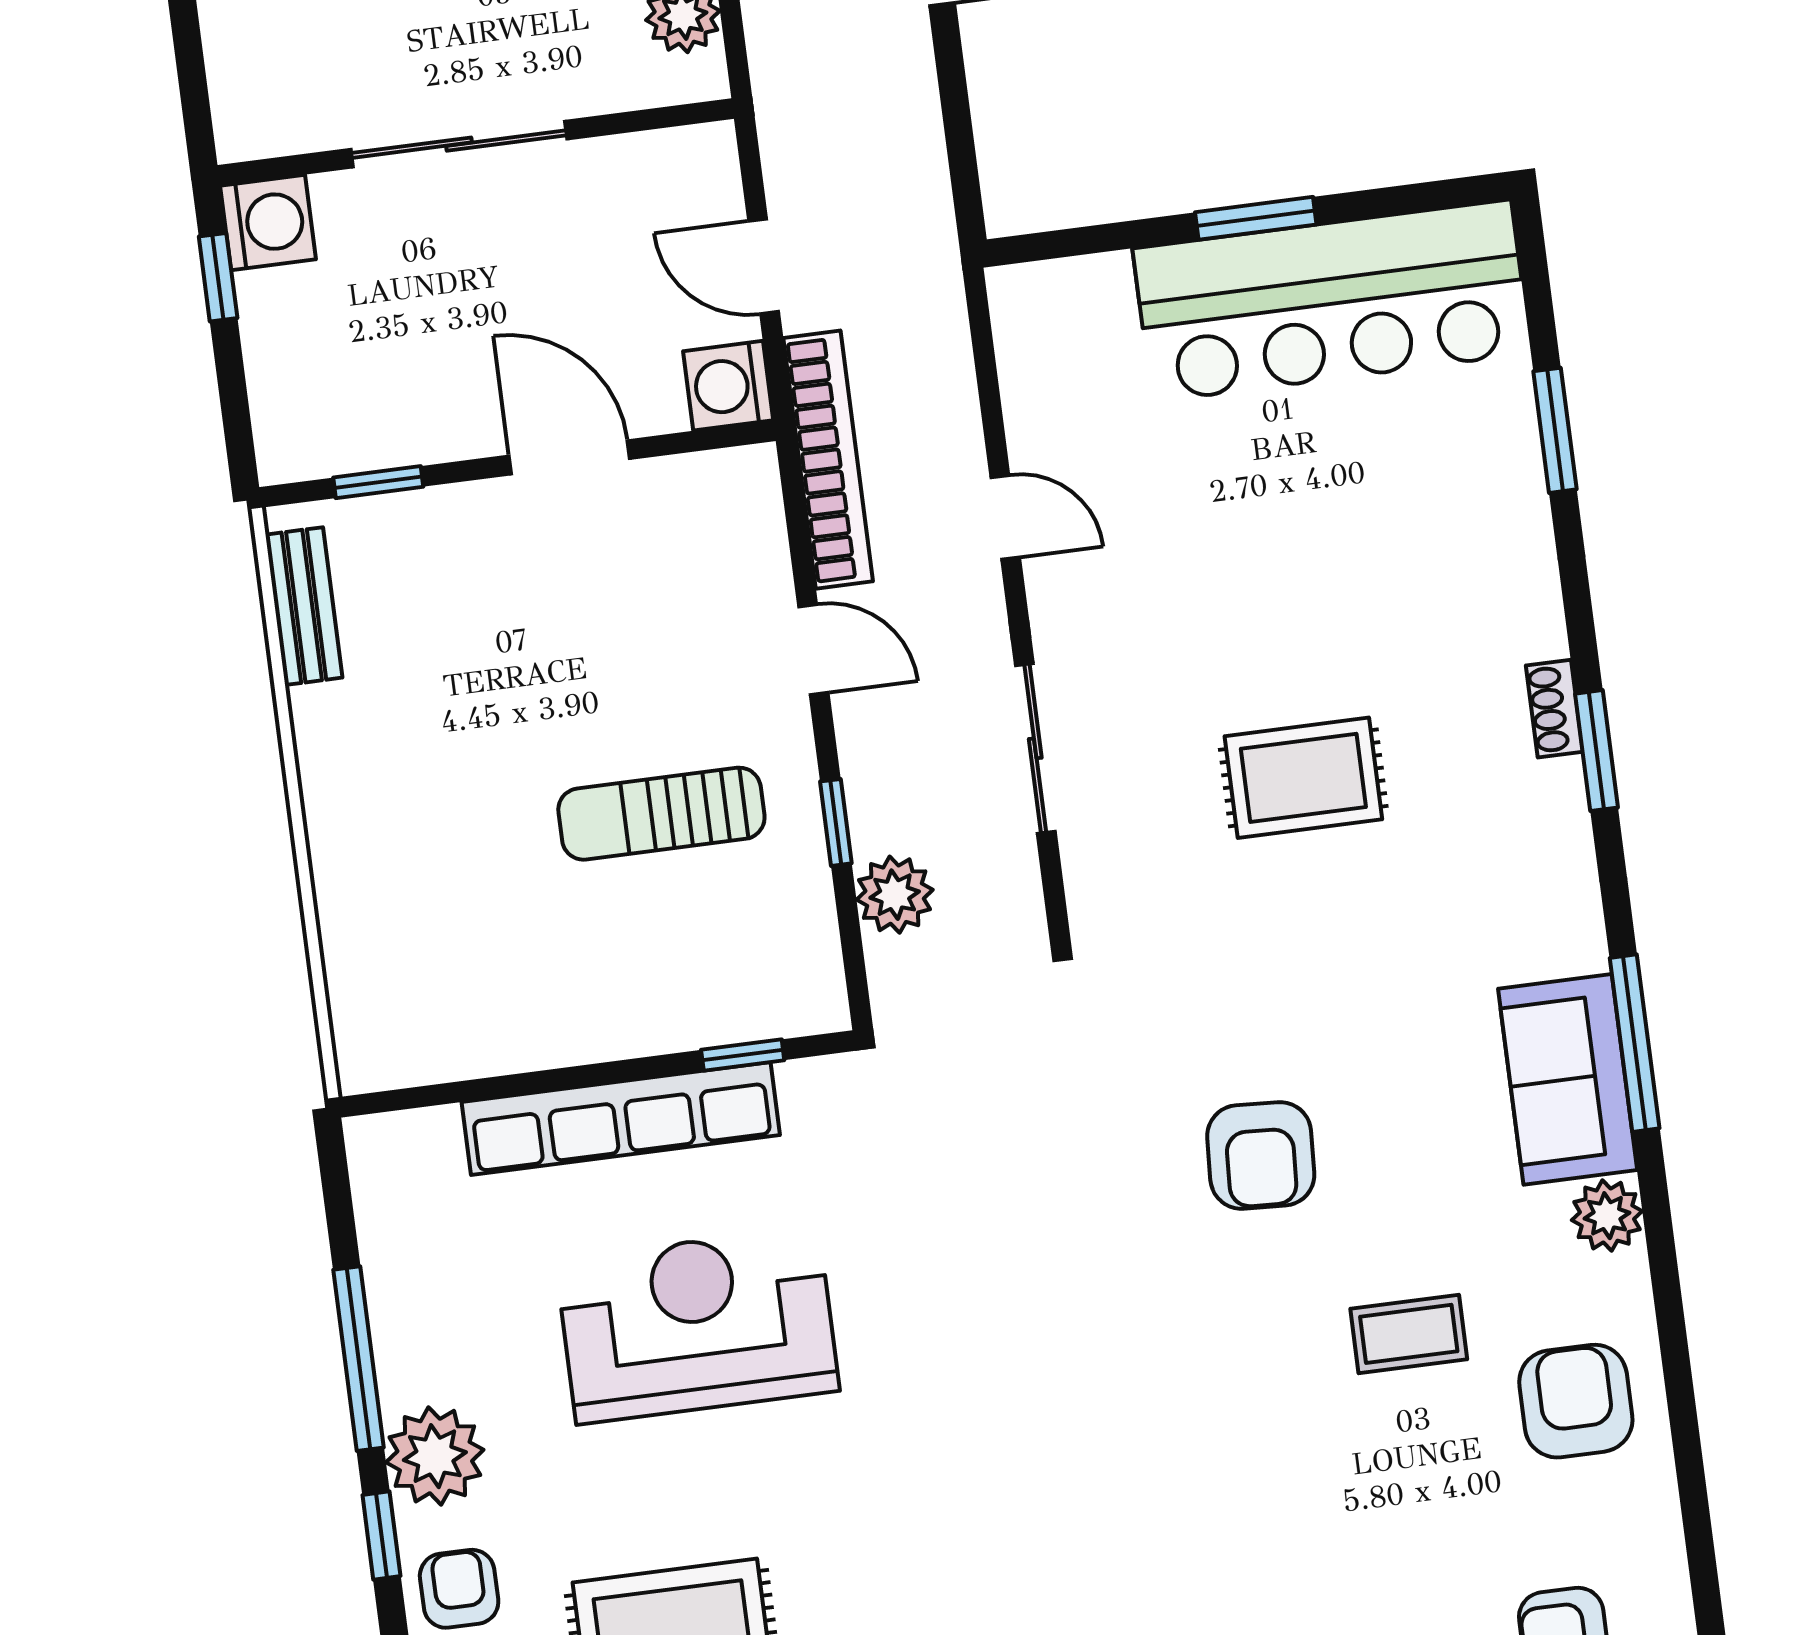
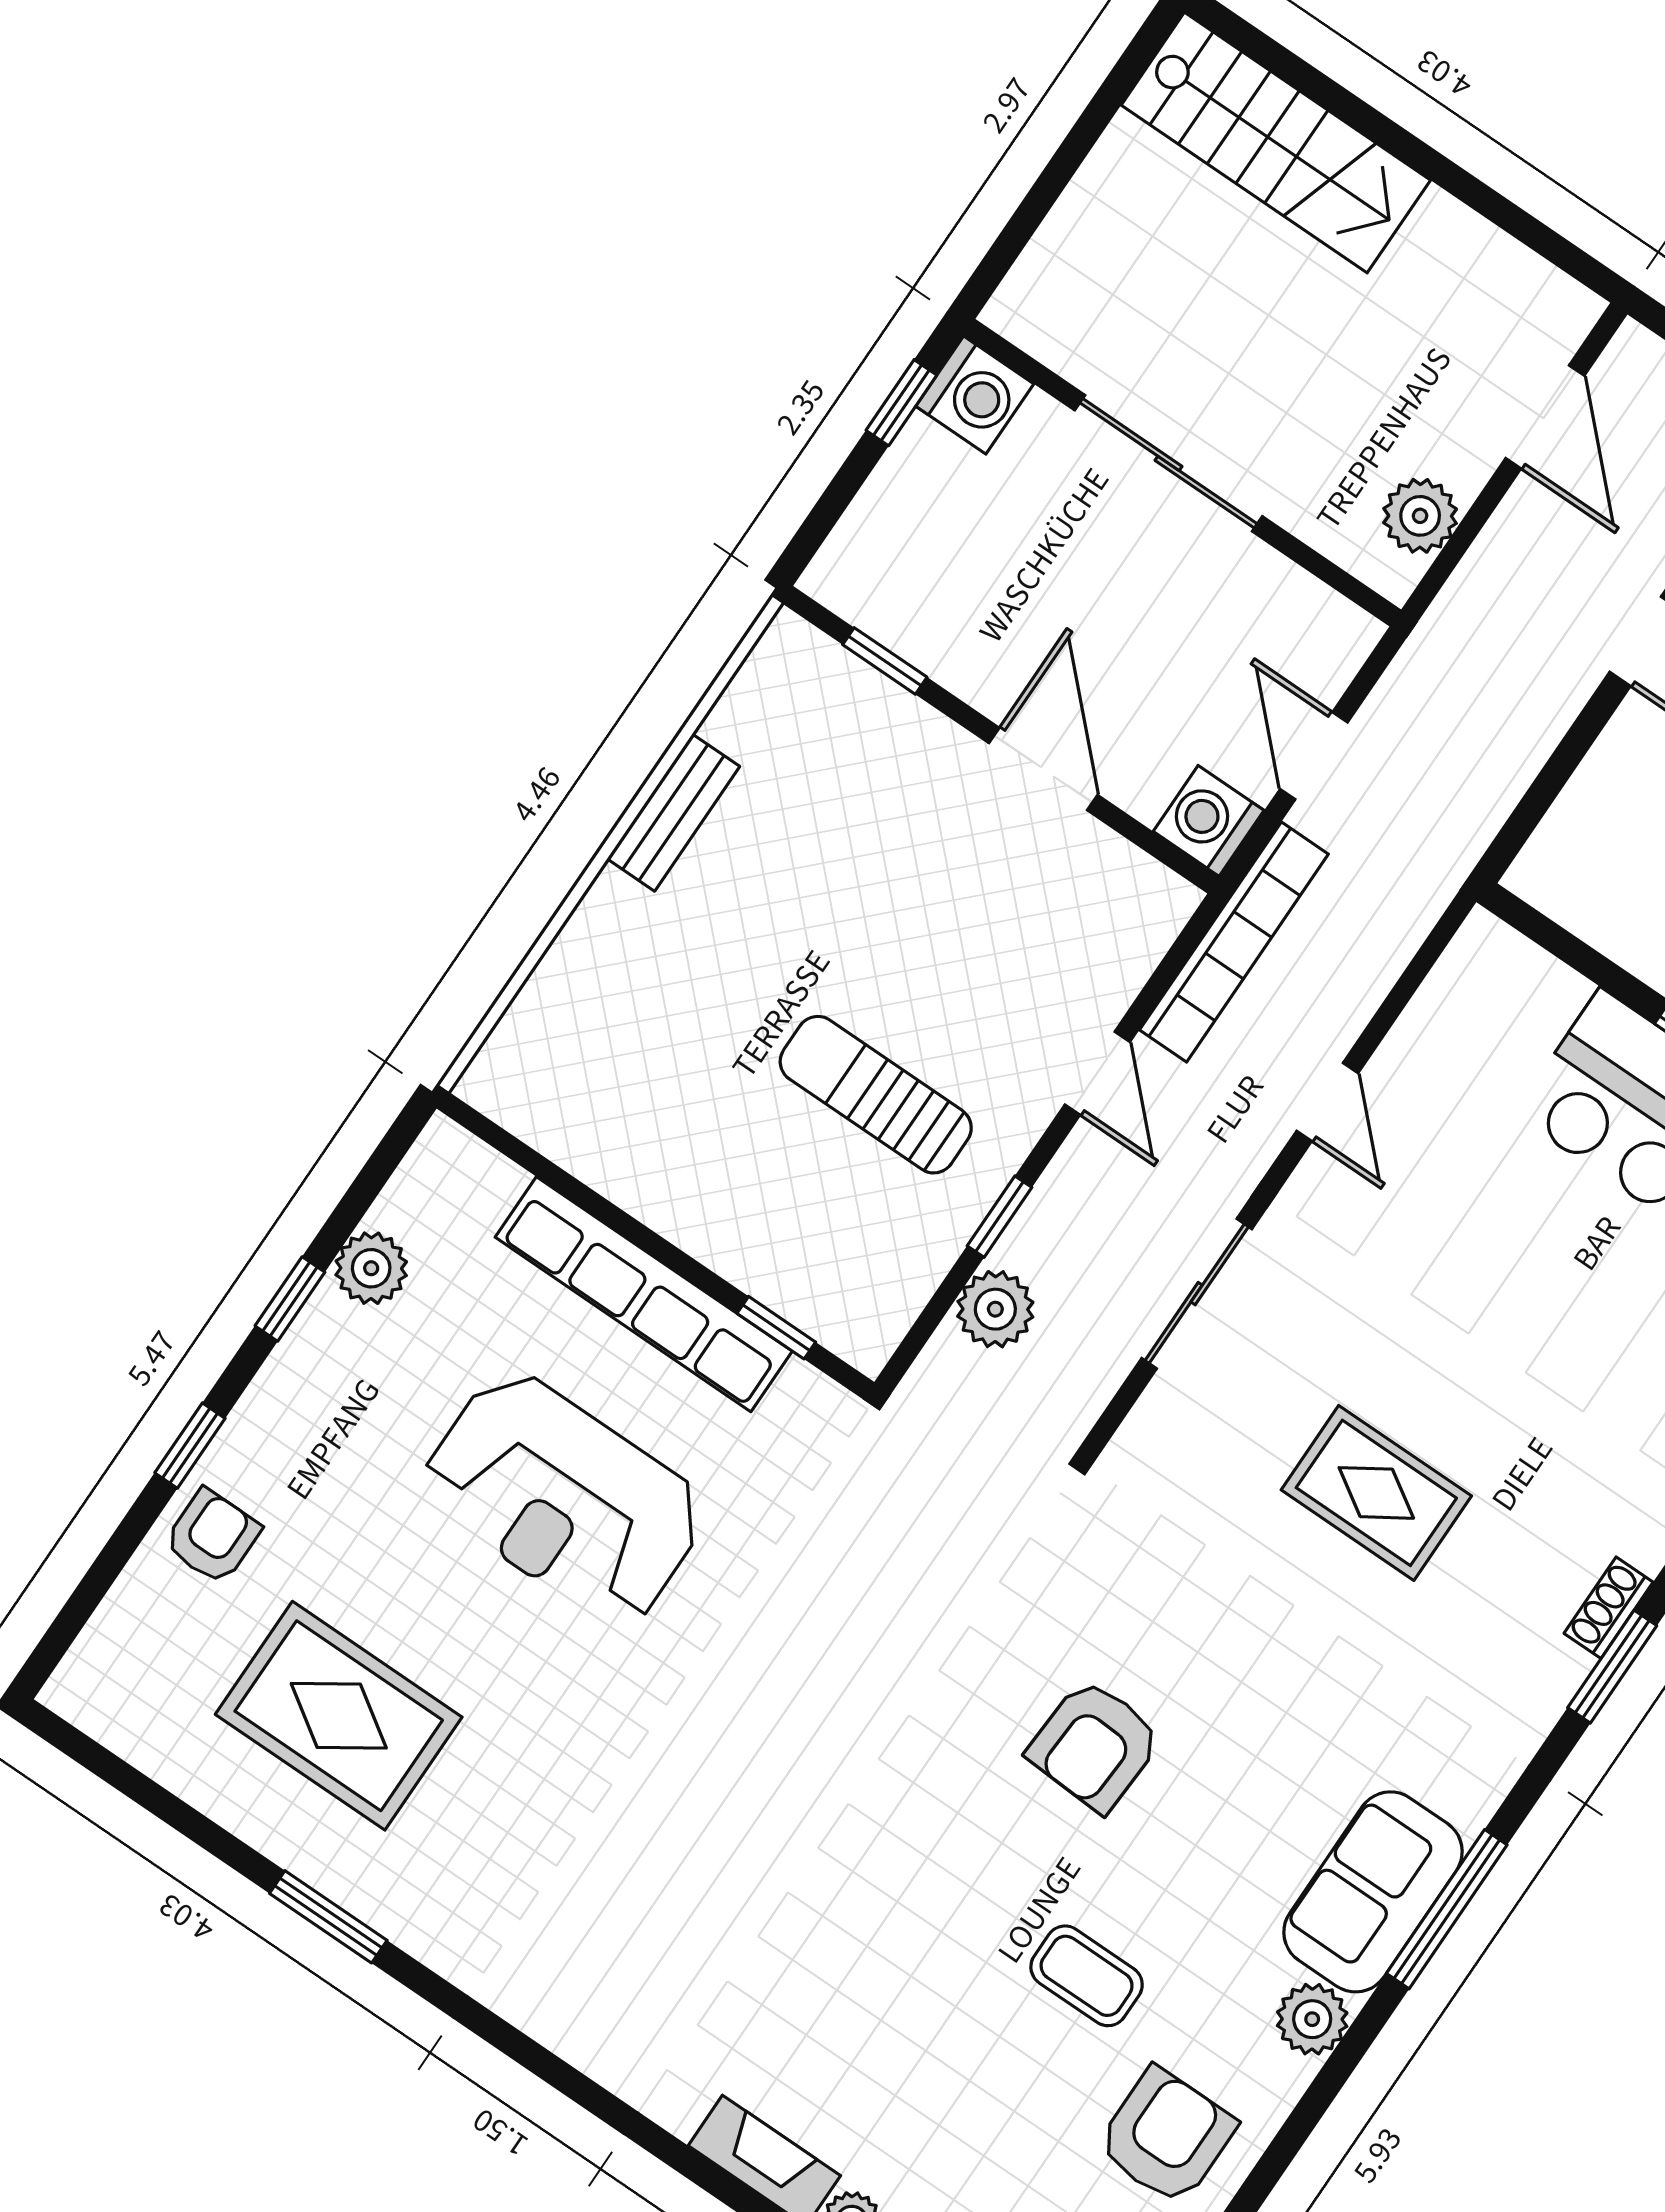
bench: (304, 606) -> (673, 813), moved
reception desk: (697, 1325) -> (564, 1498), turned 180
window: (358, 1359) -> (290, 1299), width x0.46
plant: (435, 1456) -> (371, 1268), moved, width x0.73, depth x0.73

